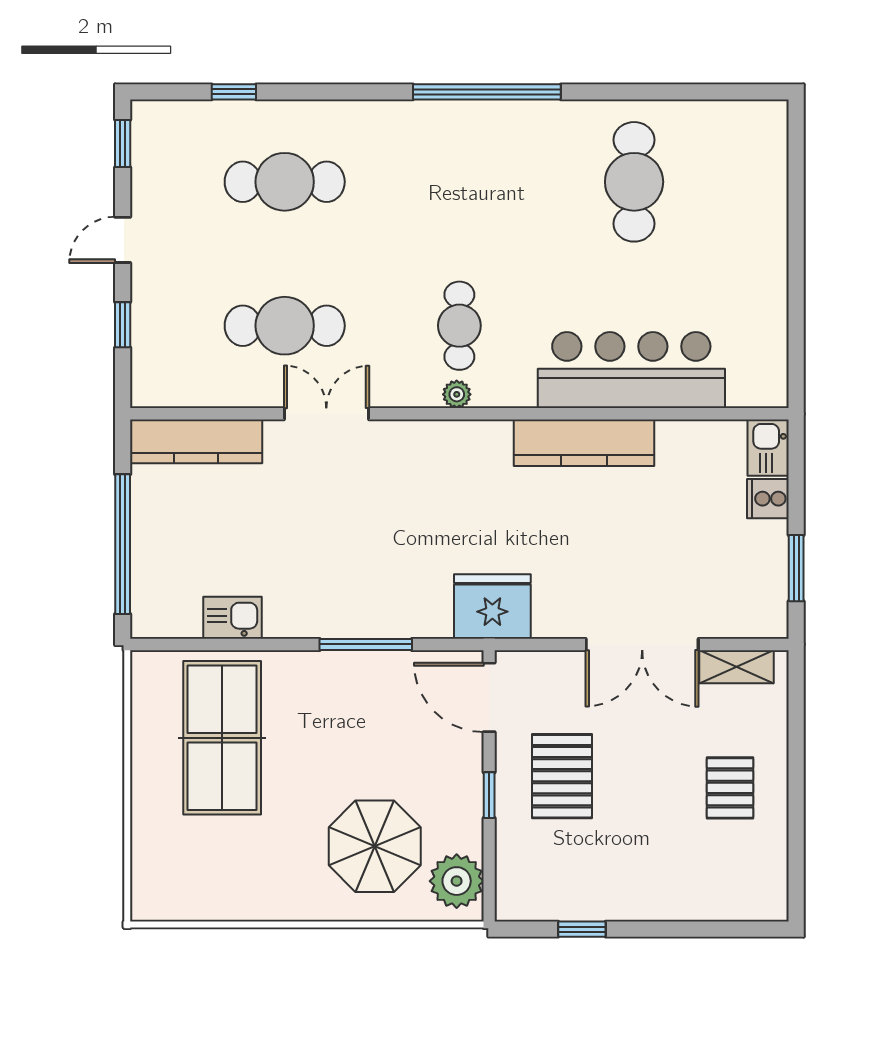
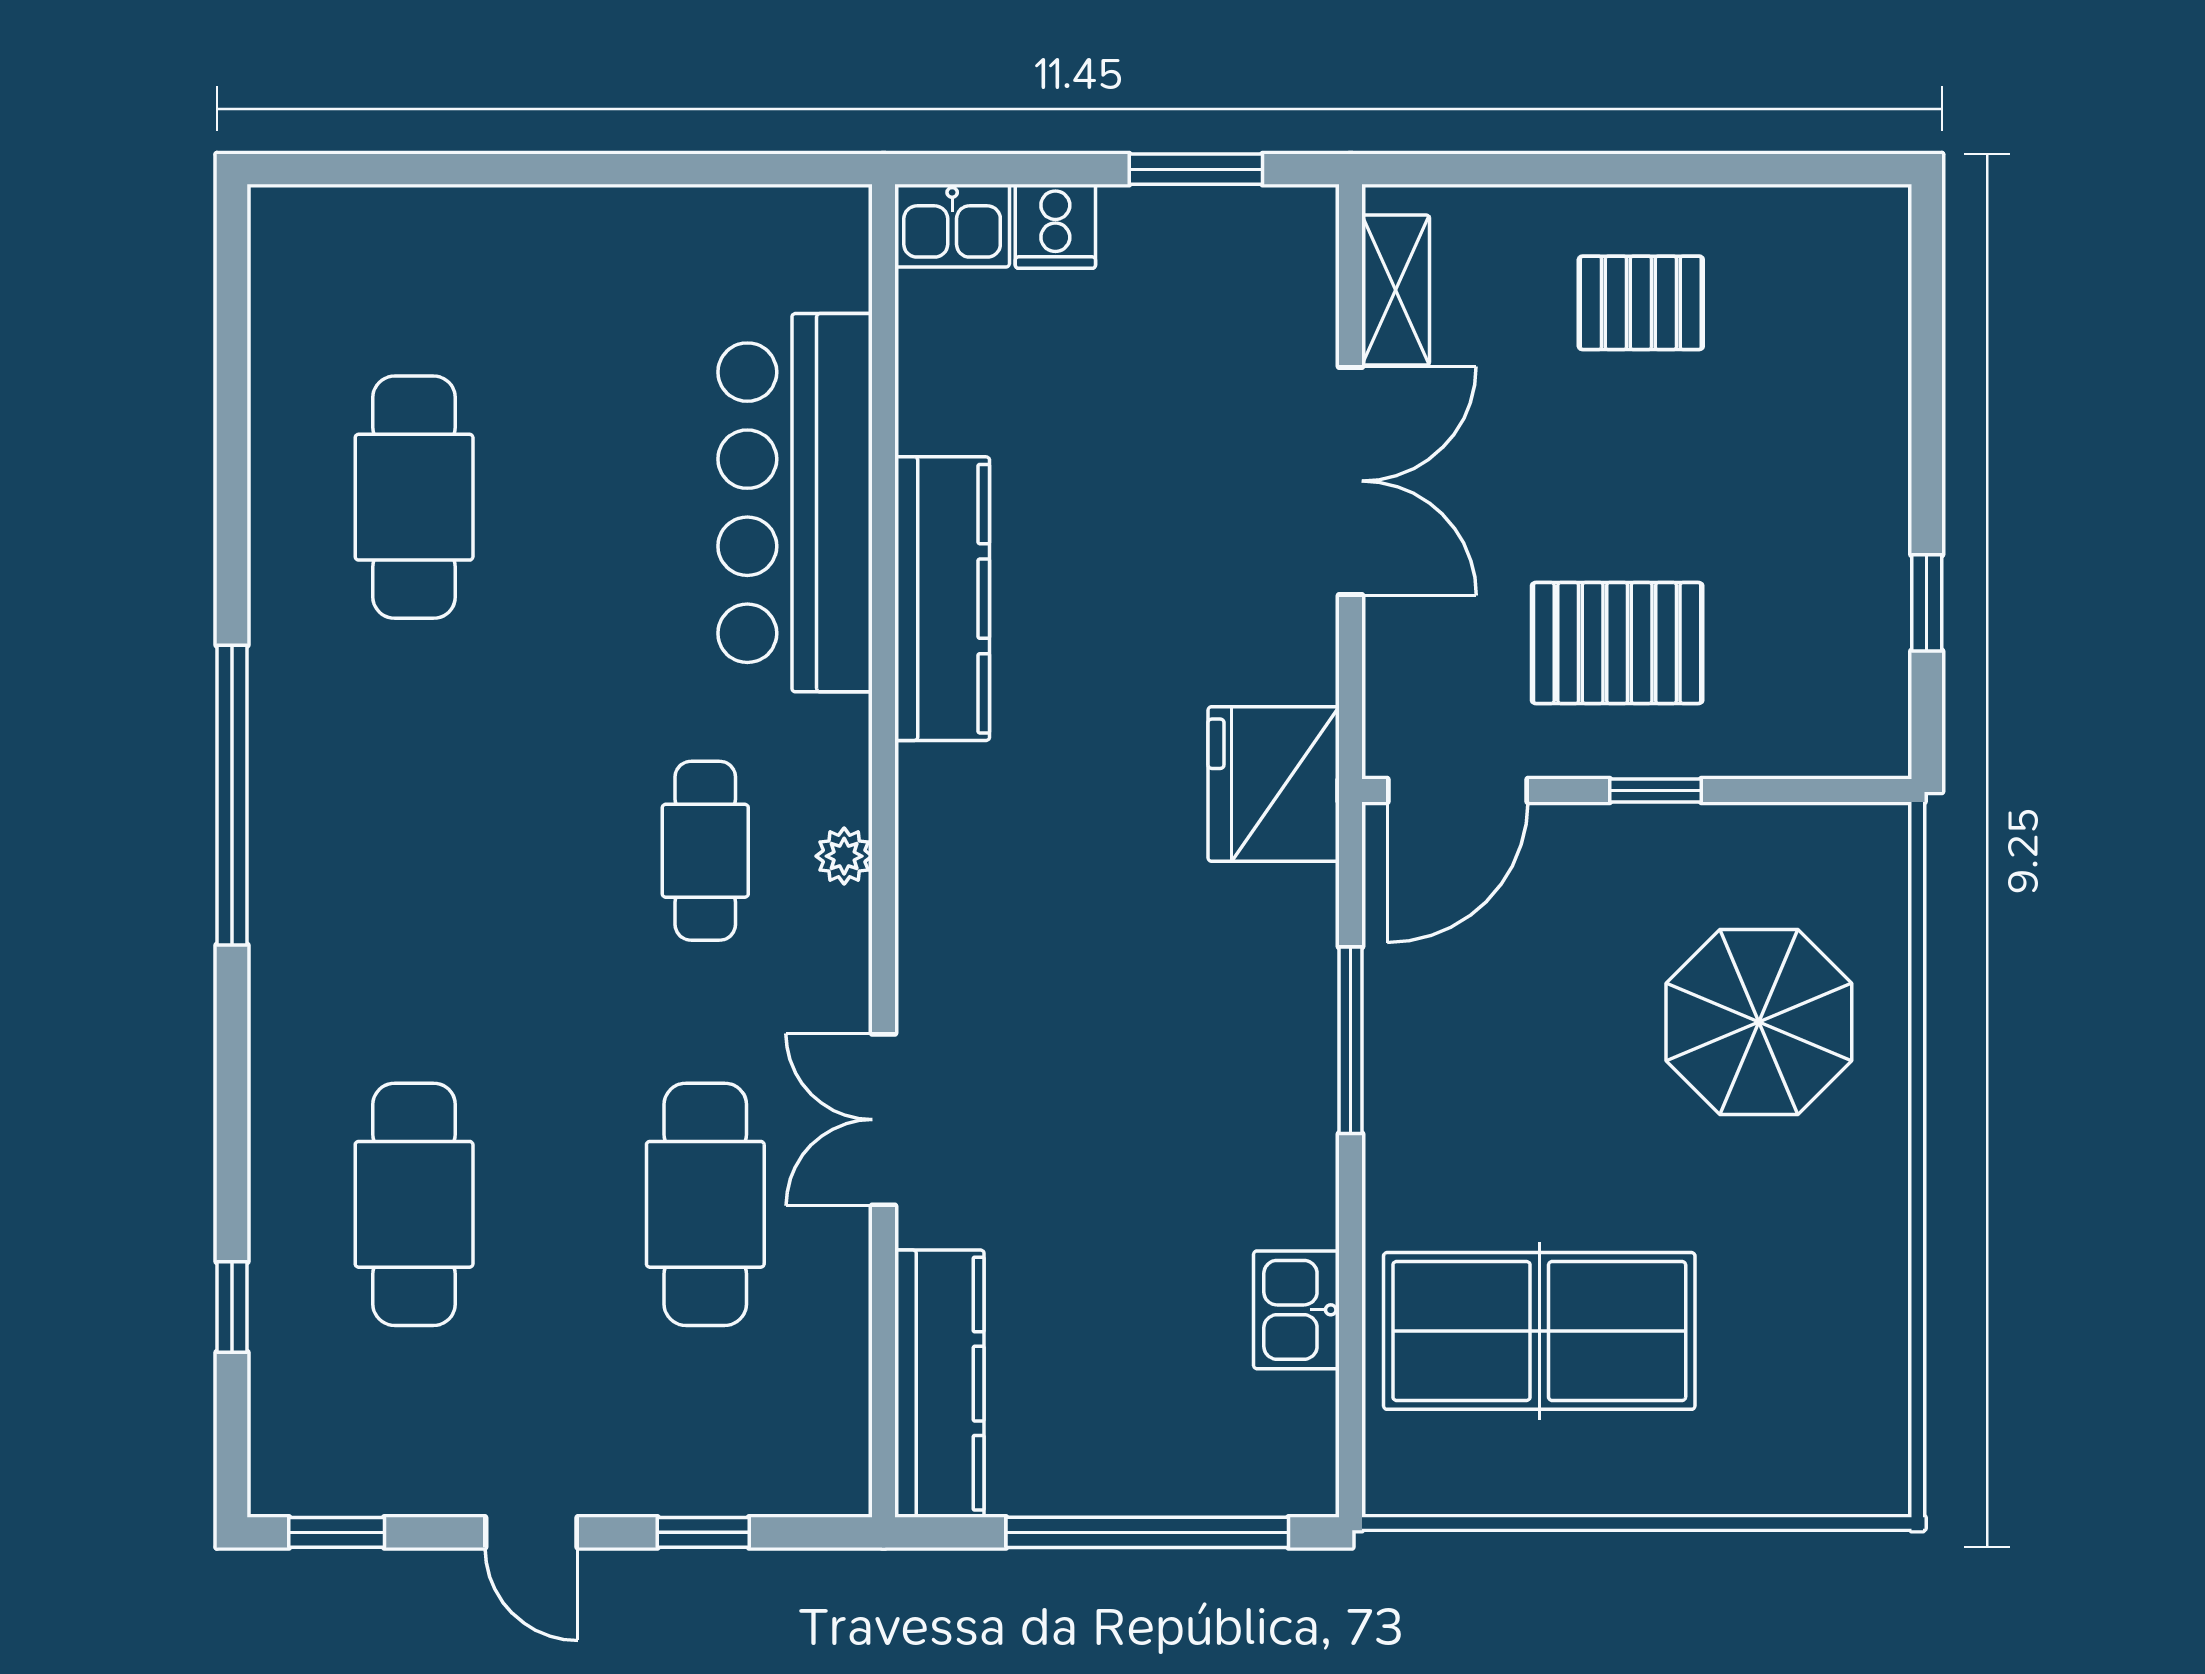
cafe table: (634, 182) -> (414, 497), turned 90
cafe table: (459, 326) -> (705, 851), turned 90
plant: (457, 881) -> (1829, 856), removed

